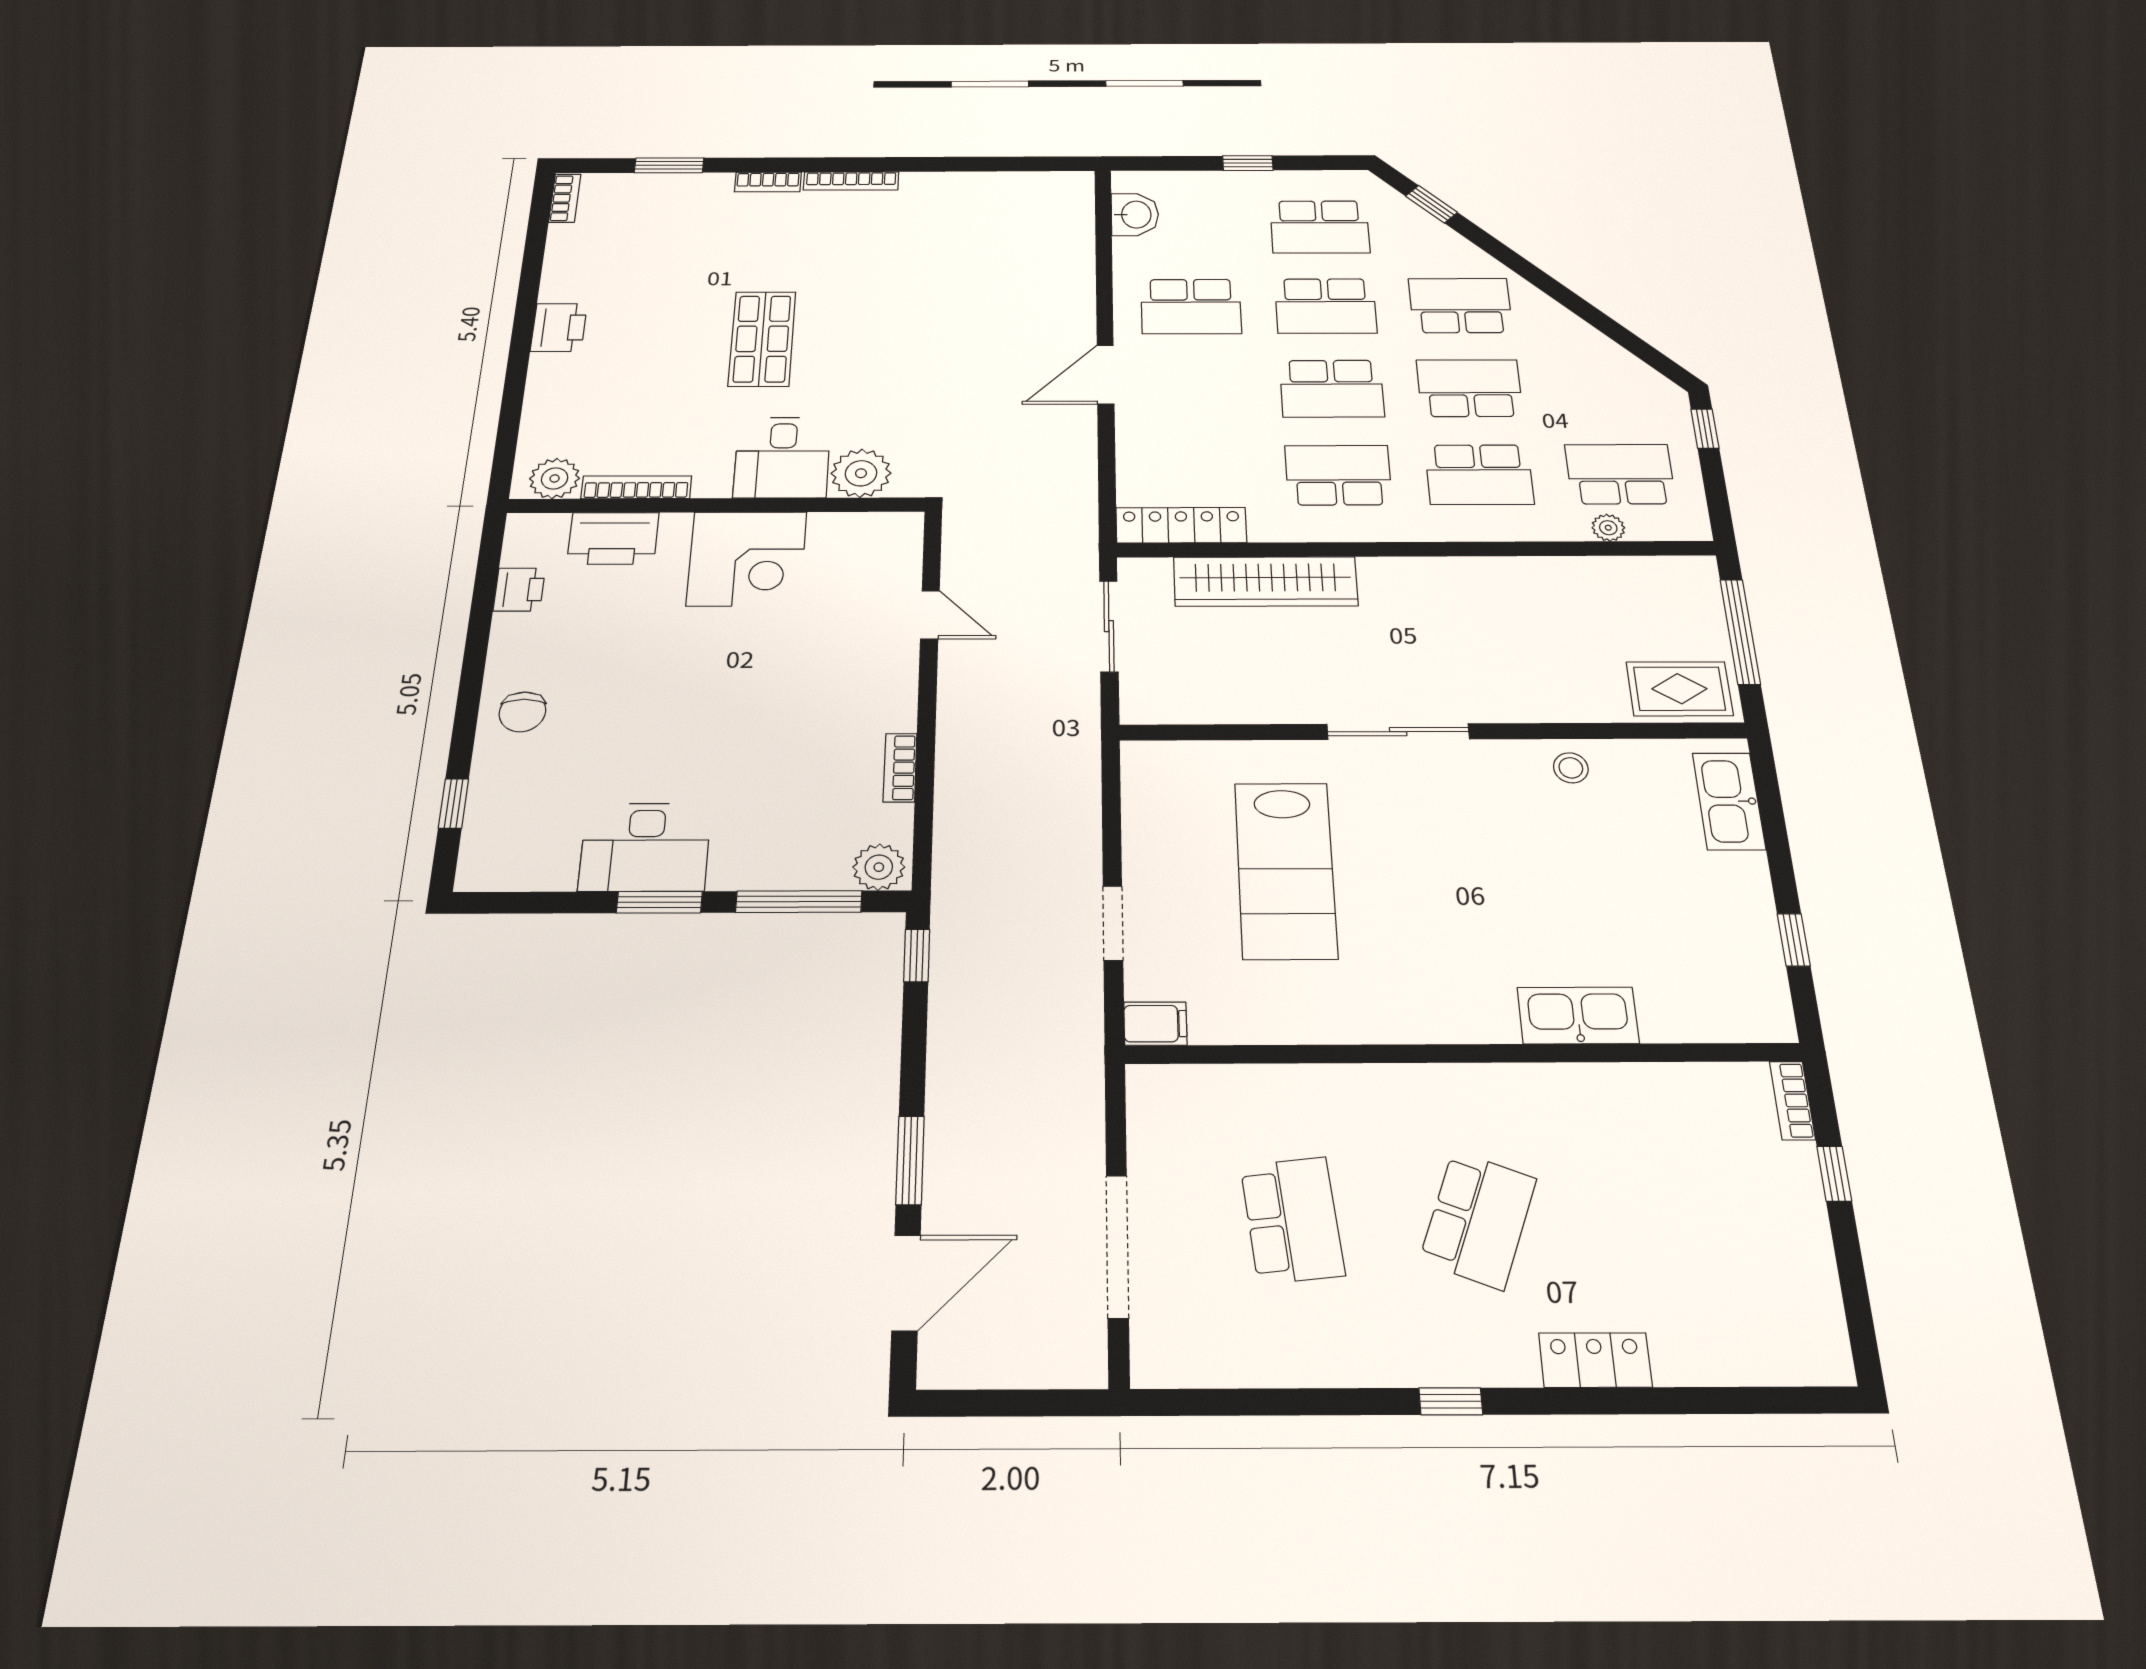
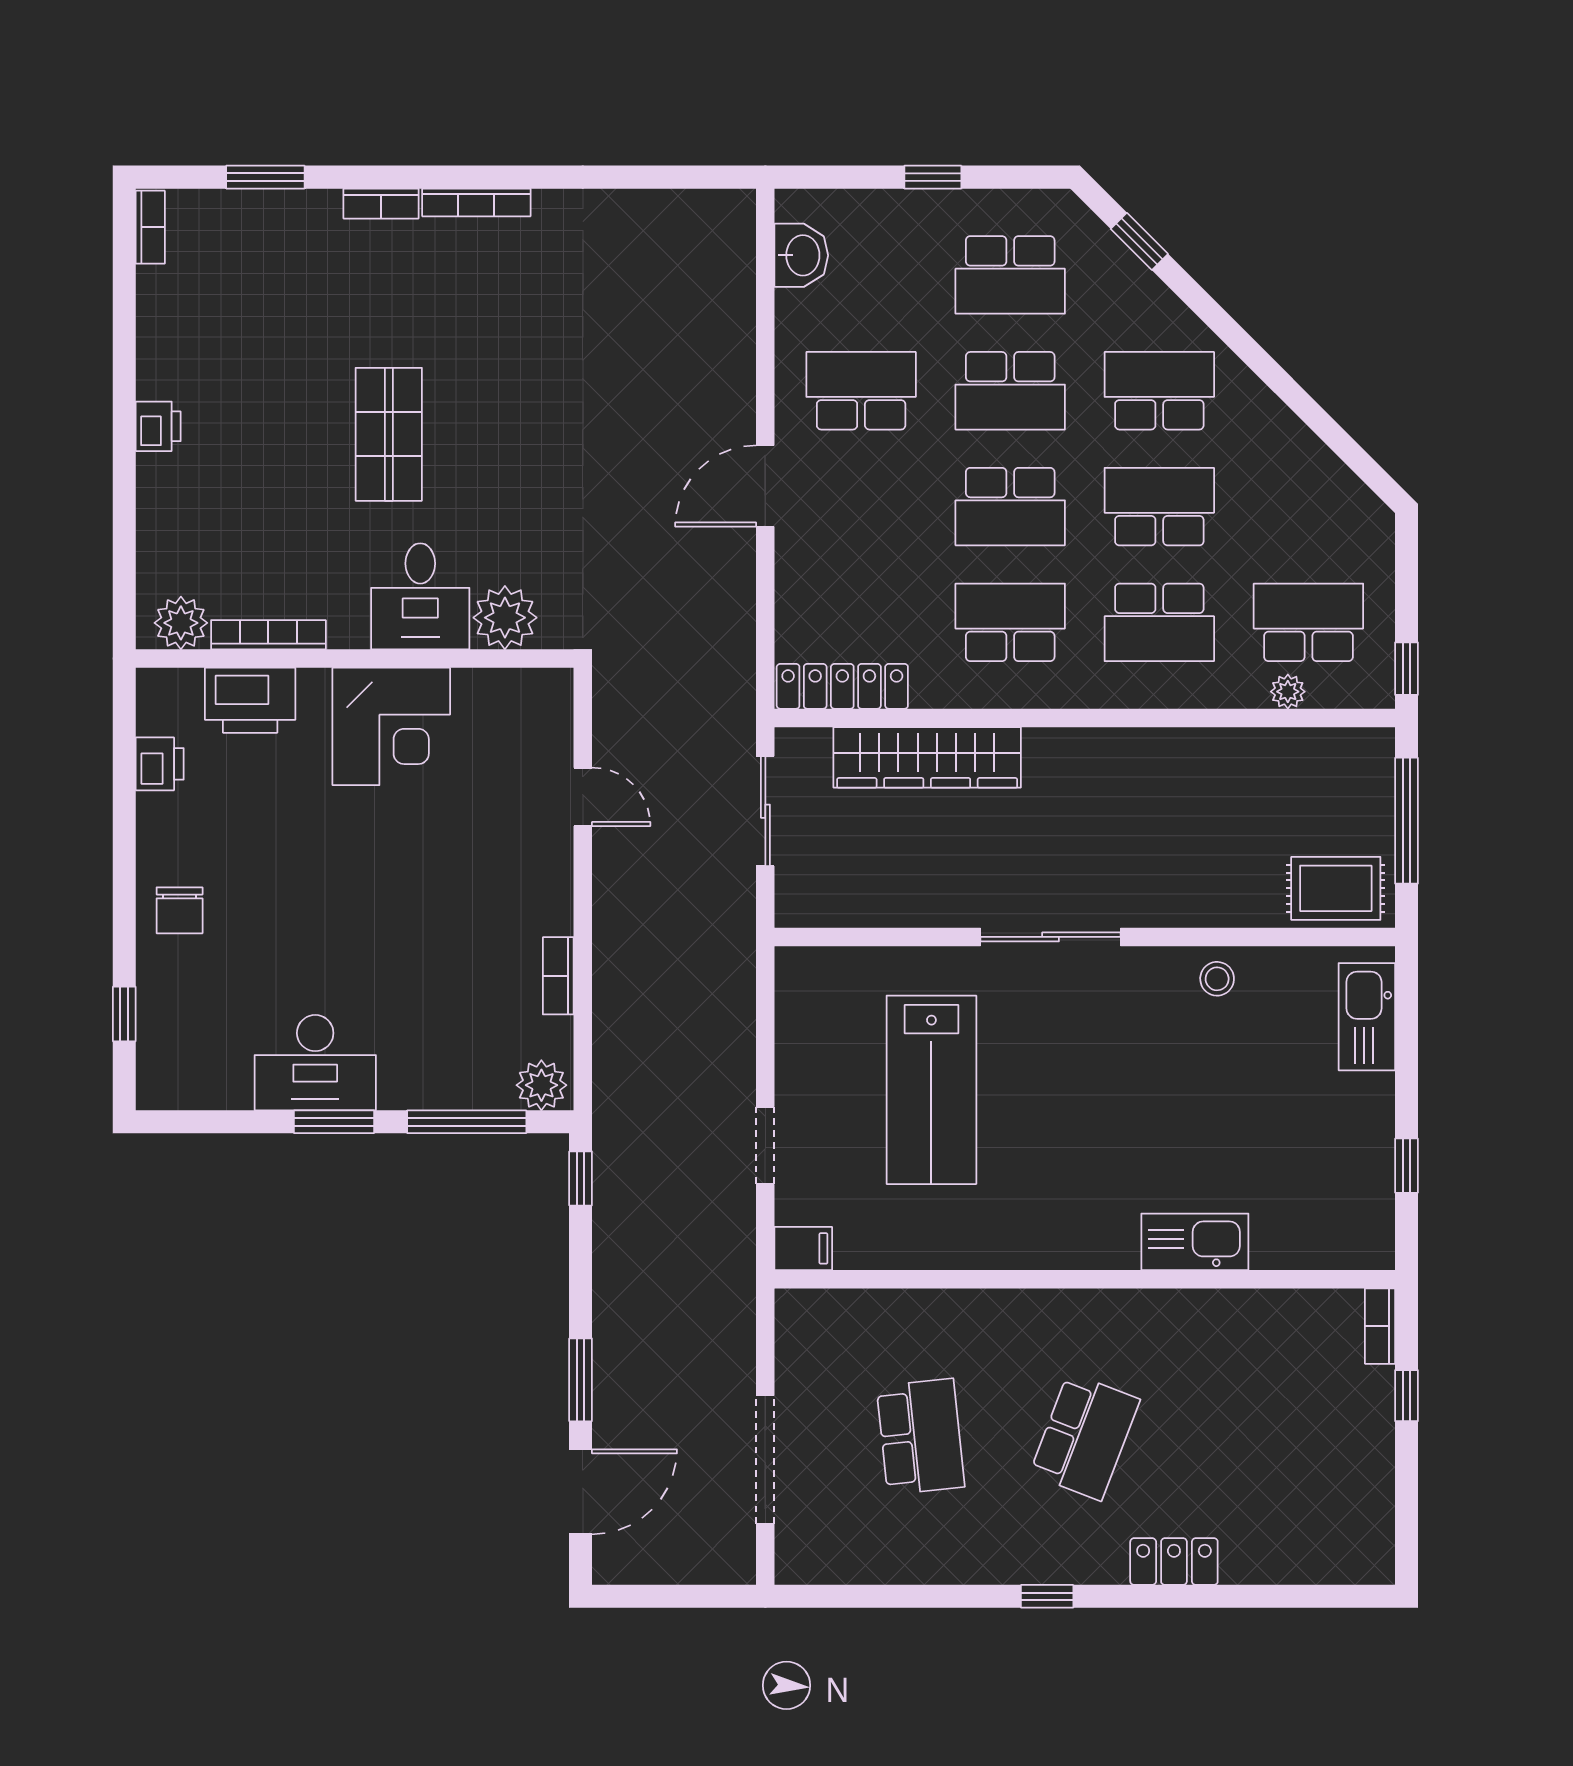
school desk: (1191, 306) -> (861, 391), turned 180
printer: (559, 327) -> (158, 426), width x0.73, depth x0.81
window: (1705, 429) -> (1406, 669), moved

